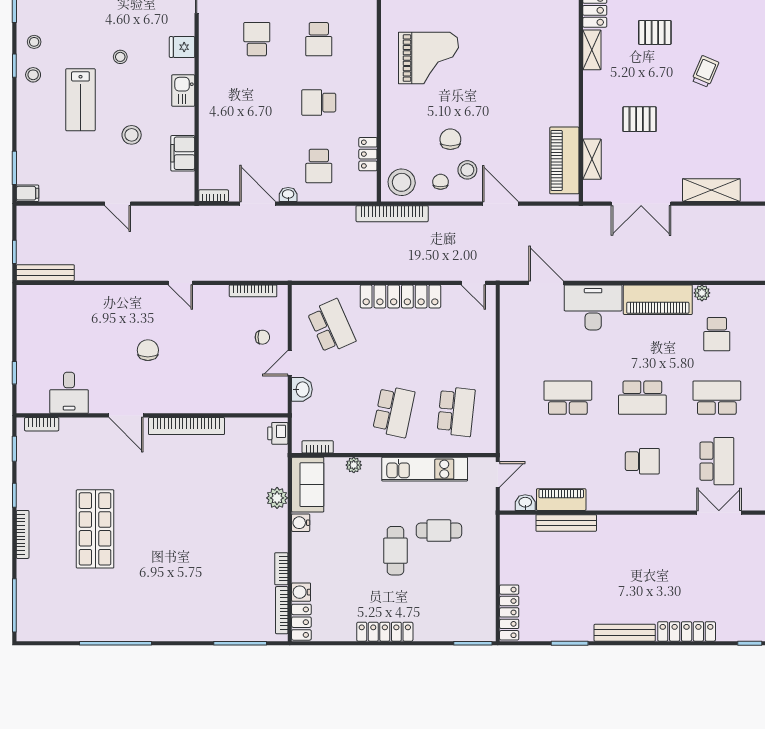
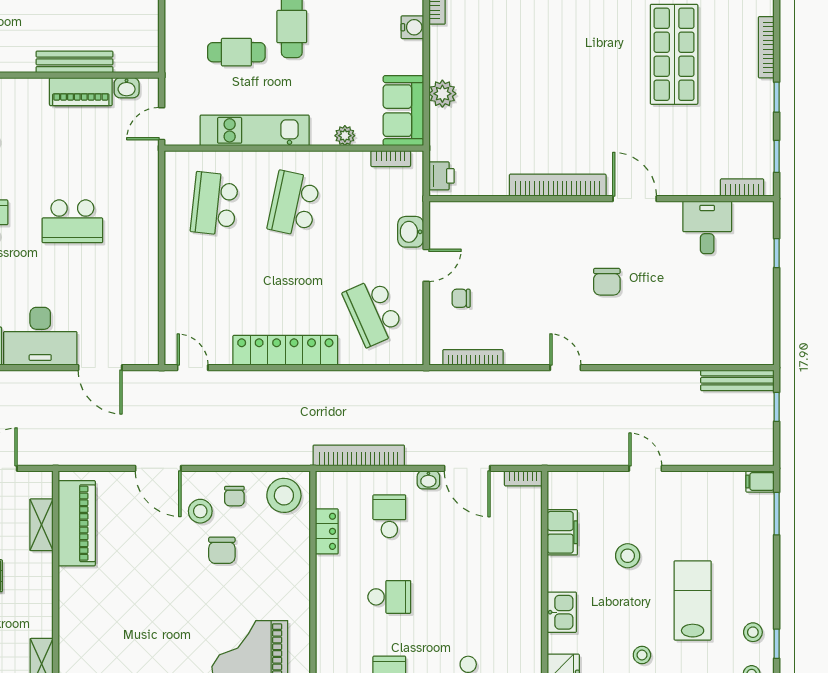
bookcase: (392, 214) -> (359, 455), moved
water cooler: (301, 523) -> (412, 27), moved

